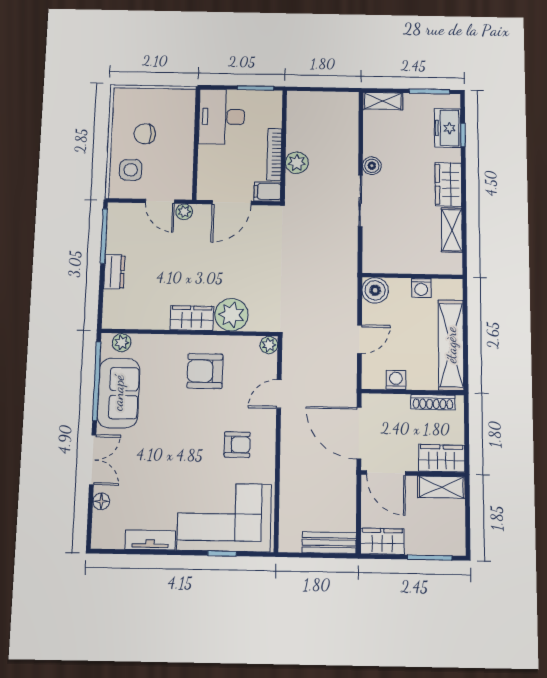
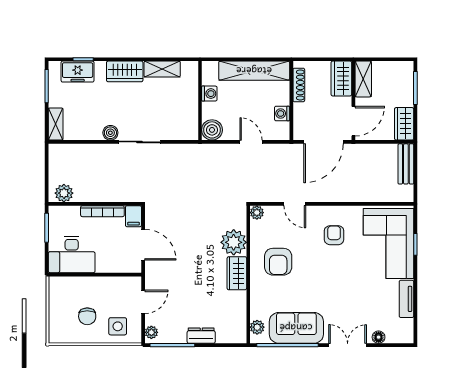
plant: (297, 163) -> (64, 193), moved
plant: (184, 212) -> (151, 332), moved

